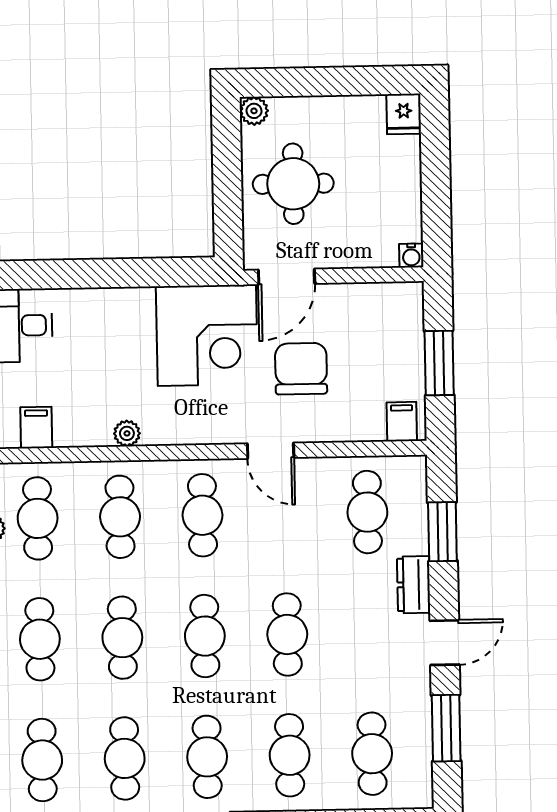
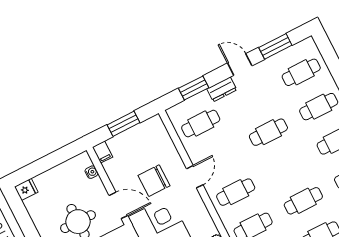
water cooler: (411, 255) -> (92, 172), moved
filing cabinet: (402, 422) -> (103, 152), moved, turned -90
cafe table: (205, 636) -> (286, 166), removed

